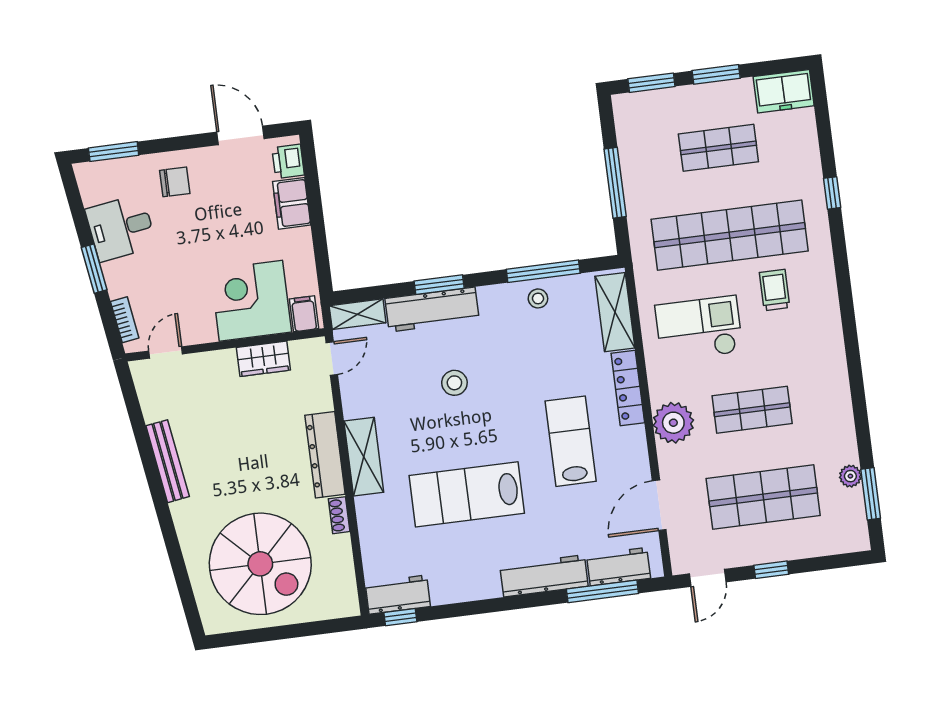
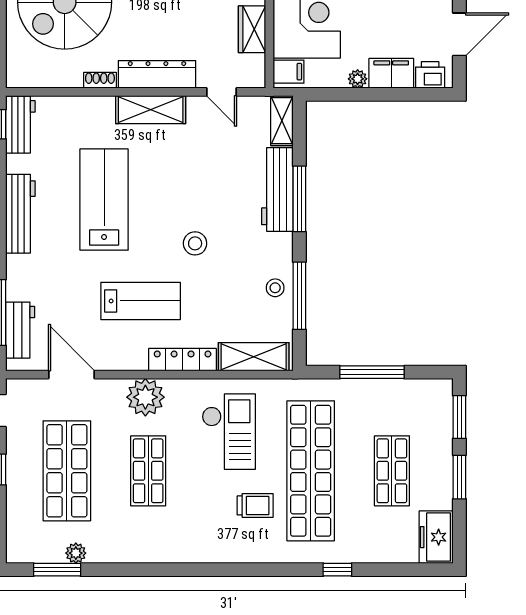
plant: (302, 239) -> (358, 79), added
window: (439, 285) -> (299, 199), width x1.44
door: (332, 358) -> (222, 92), moved
stool: (454, 383) -> (195, 243), moved
workbench: (544, 576) -> (20, 214), moved

